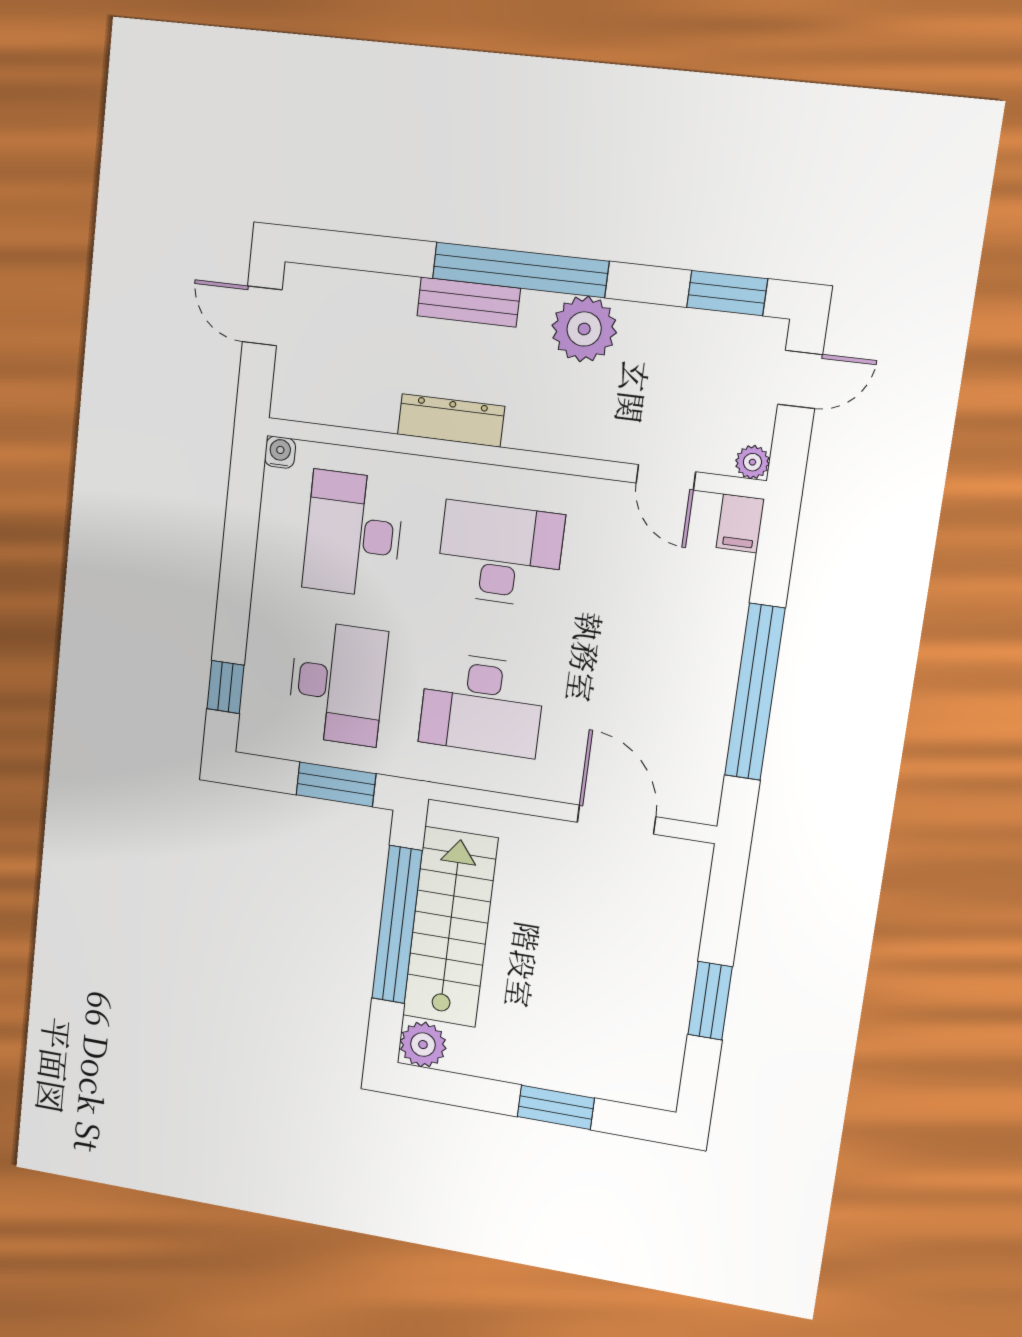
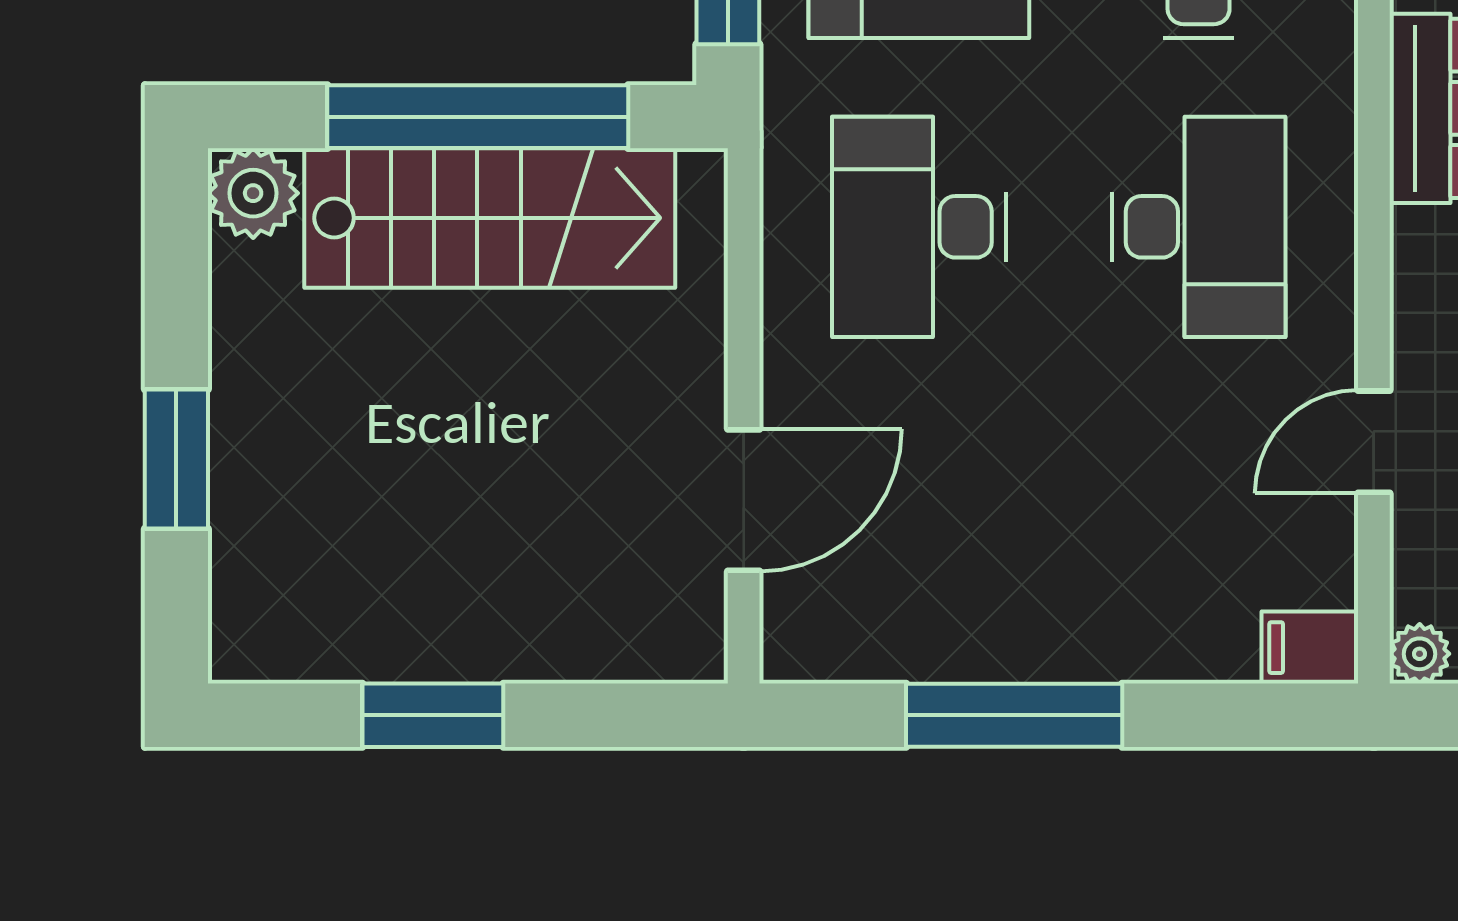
door: (666, 477) -> (1374, 442), moved
window: (755, 692) -> (1014, 715), width x0.68

